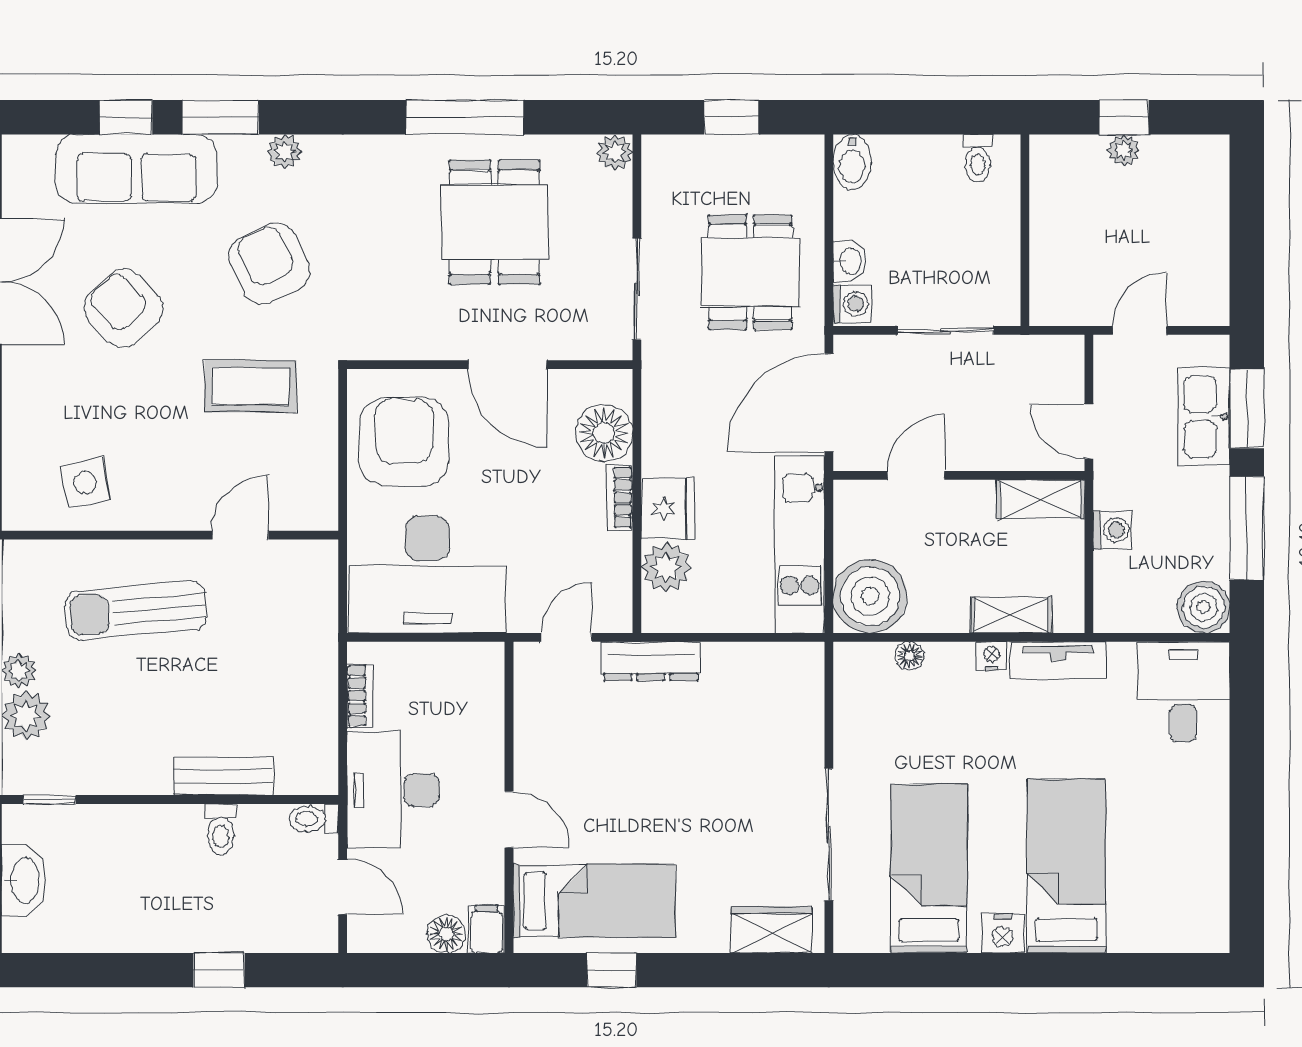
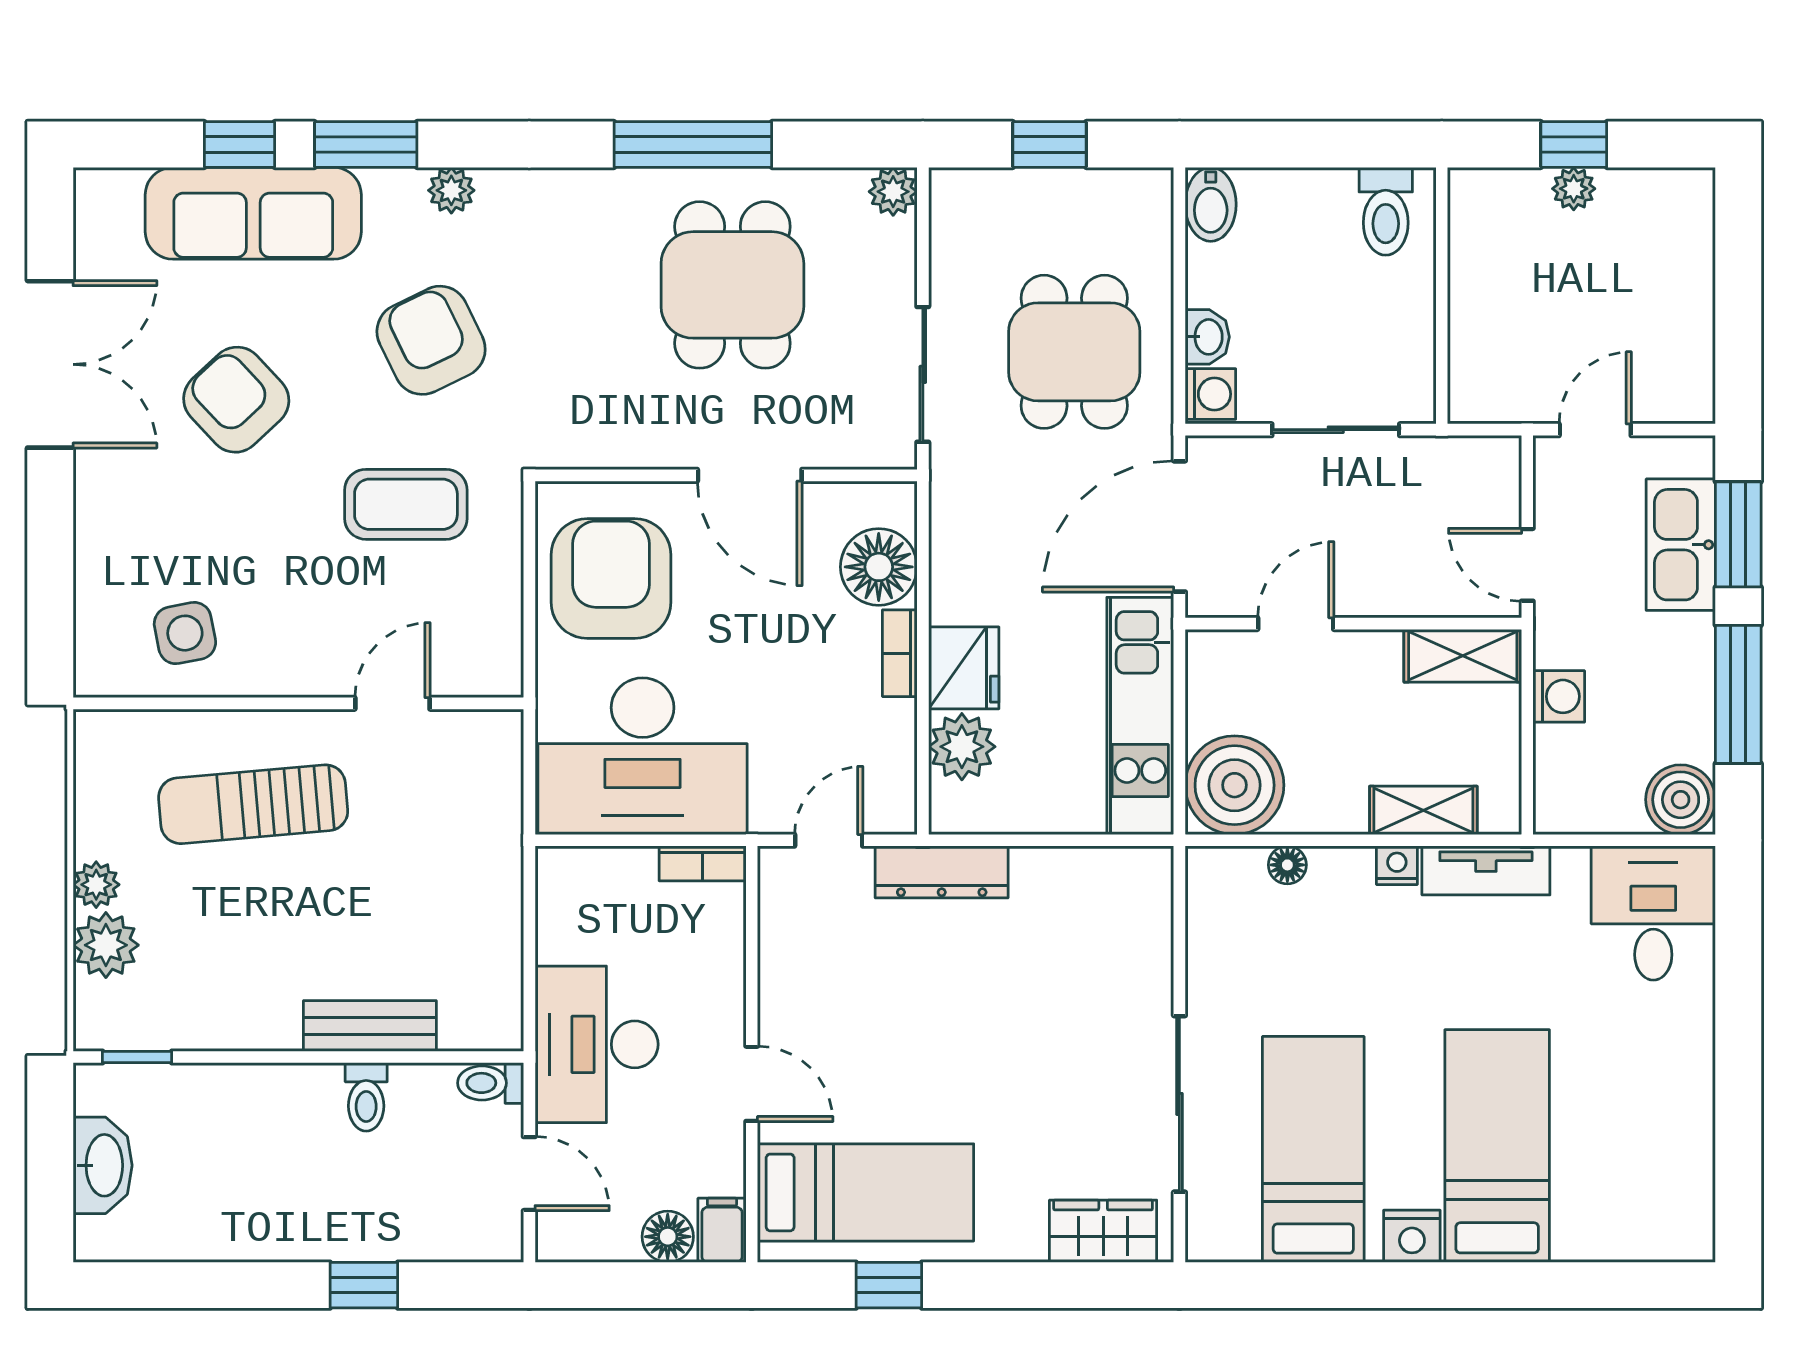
toilet: (978, 158) -> (1386, 211), width x1.37, depth x1.39
bookcase: (360, 696) -> (703, 863), moved, turned 90

